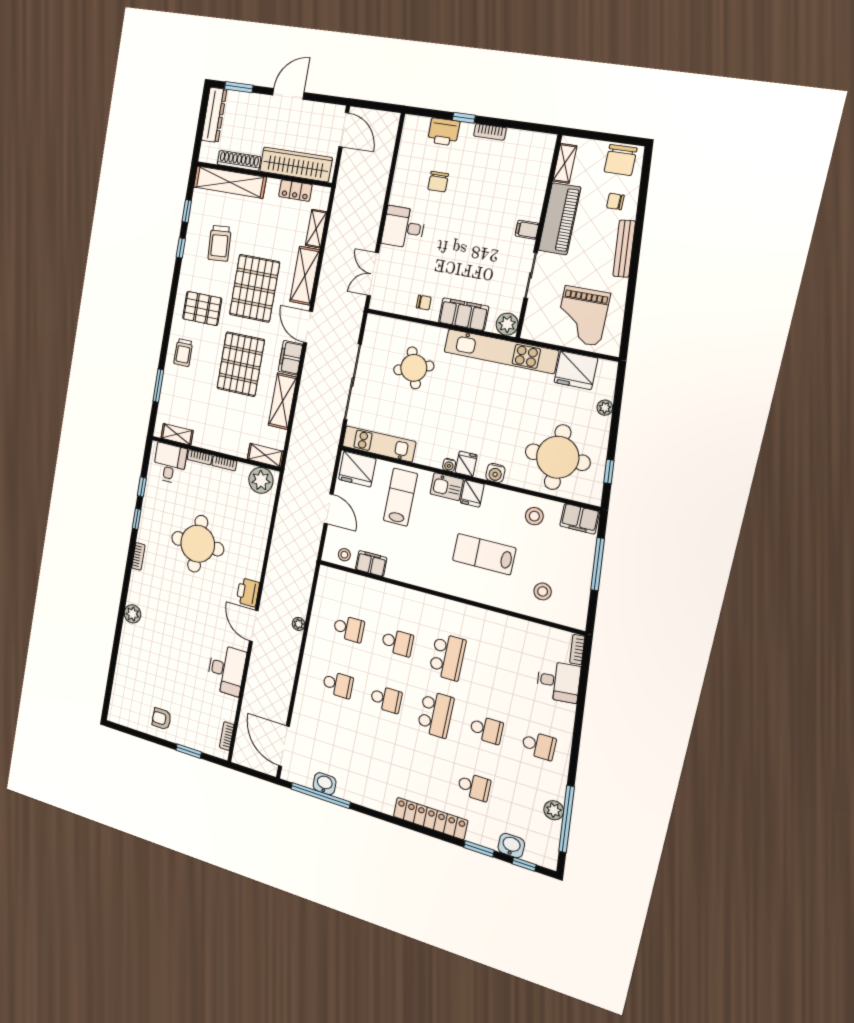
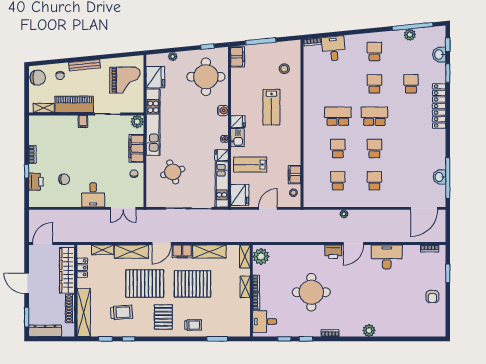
shelving: (177, 434) -> (245, 287), moved
fridge: (466, 464) -> (222, 155), moved
stool: (534, 516) -> (242, 83), removed

